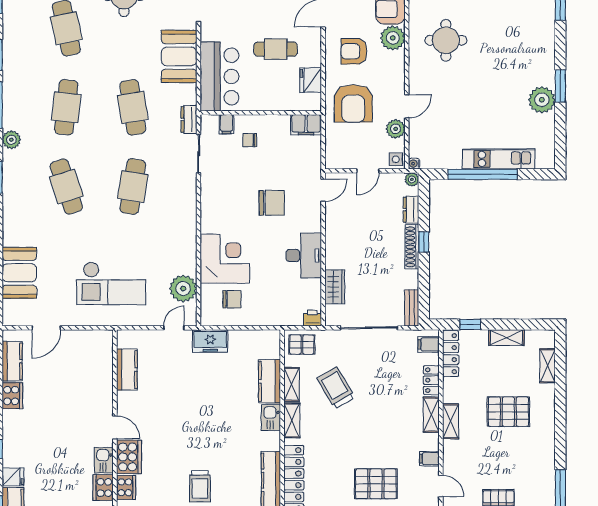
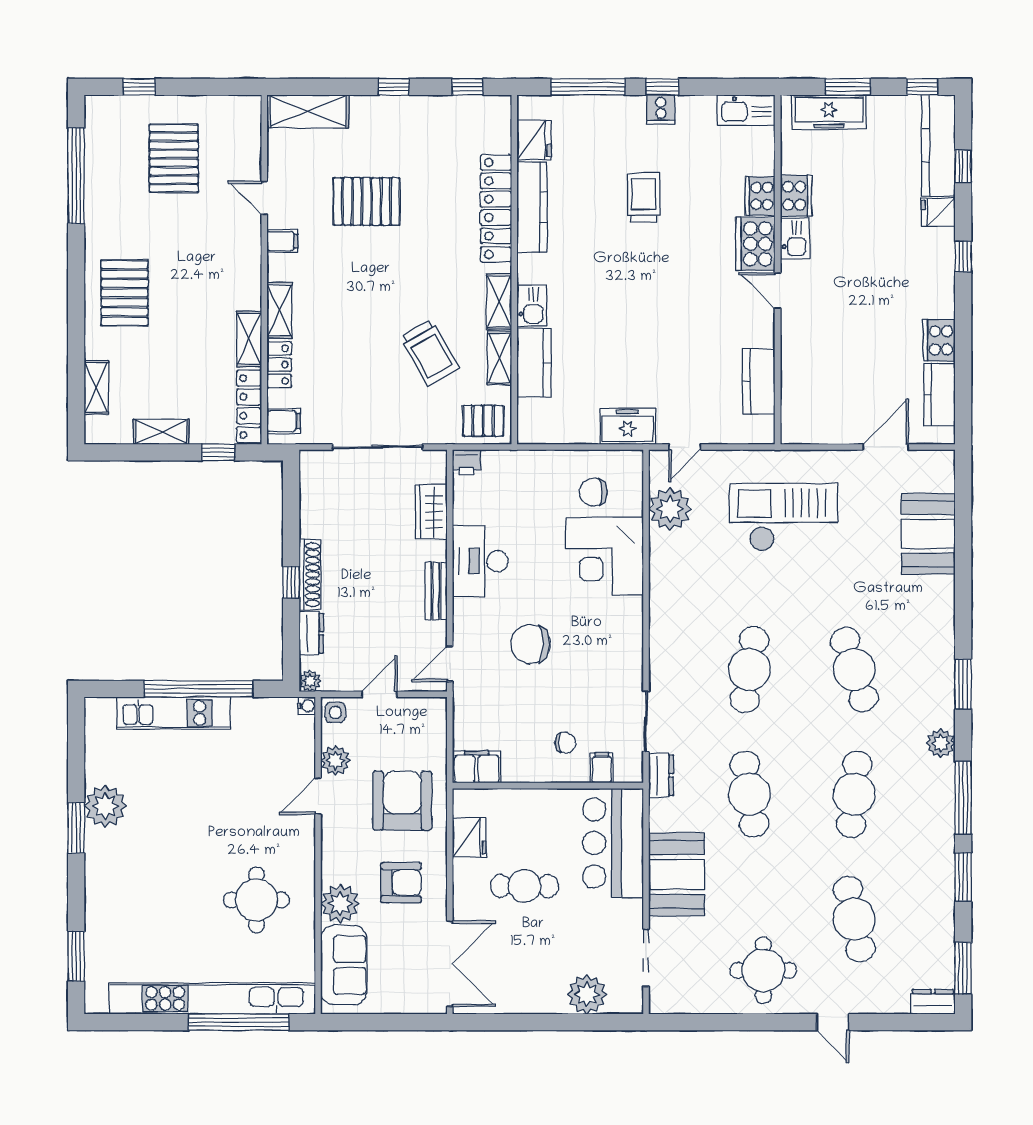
bench: (412, 308) -> (436, 591), moved
pallet: (508, 412) -> (124, 293), moved, turned 90
shelving: (451, 421) -> (249, 339), moved

